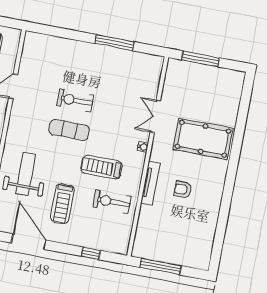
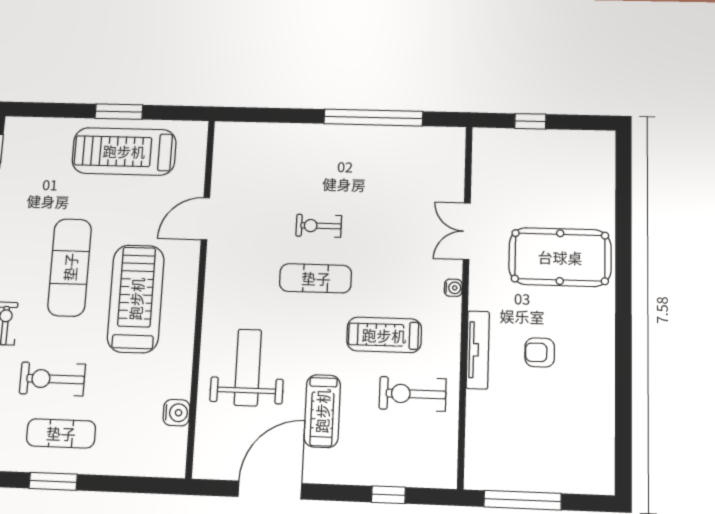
window: (114, 43) -> (373, 118), width x1.46
window: (201, 59) -> (530, 121), width x0.46
exercise bike: (75, 100) -> (319, 226), width x0.73, depth x0.72
door: (29, 242) -> (270, 490), hinge flipped

